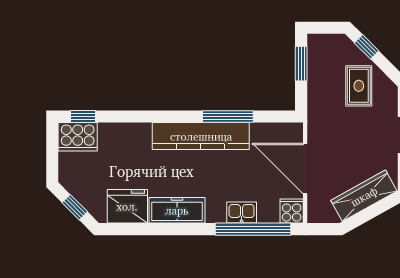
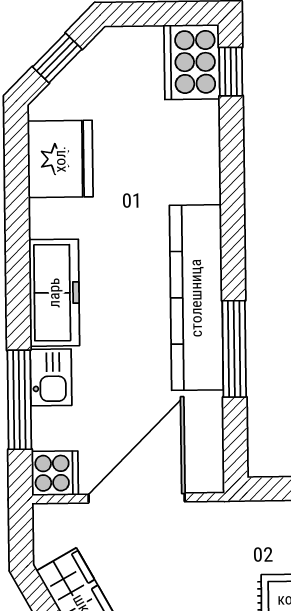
freezer: (177, 210) -> (54, 293), moved
window: (253, 229) -> (19, 400), width x0.68

